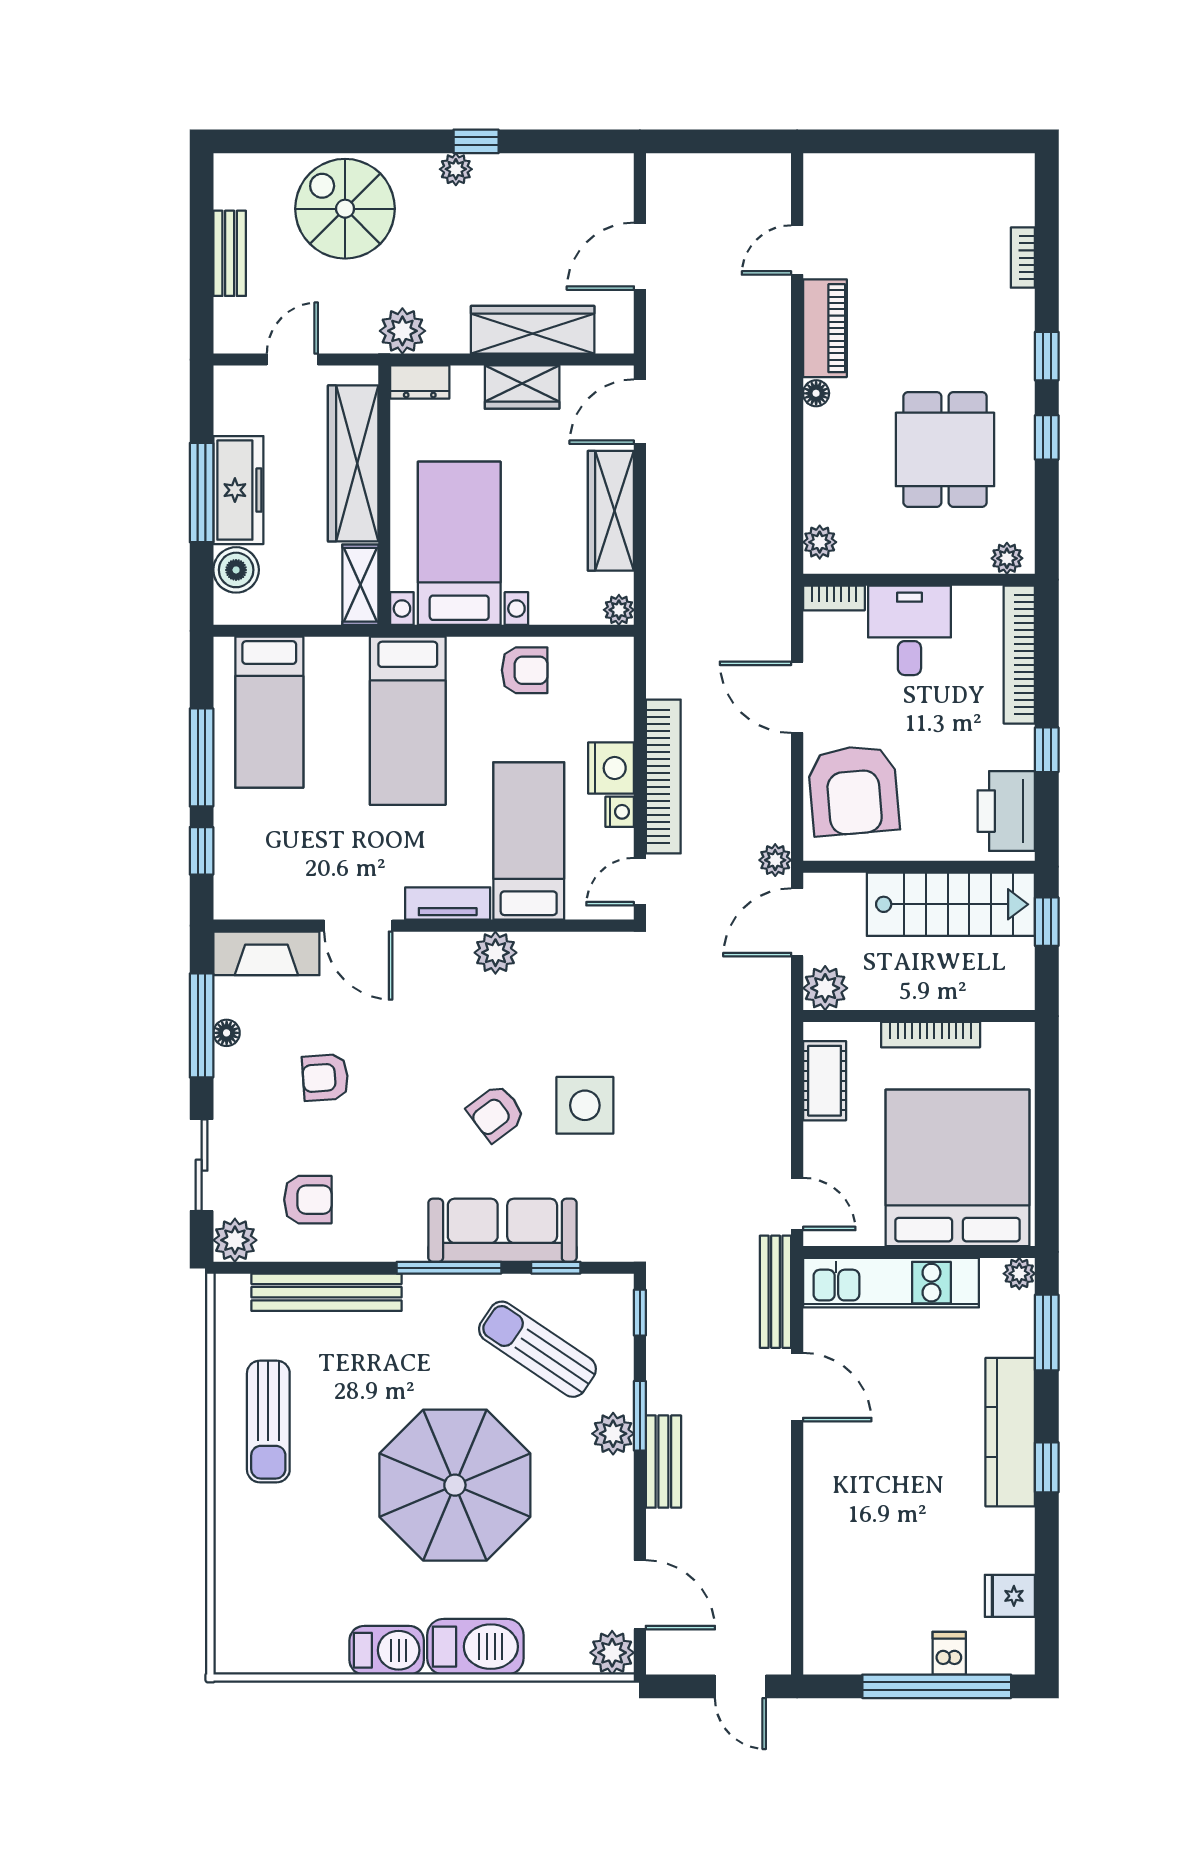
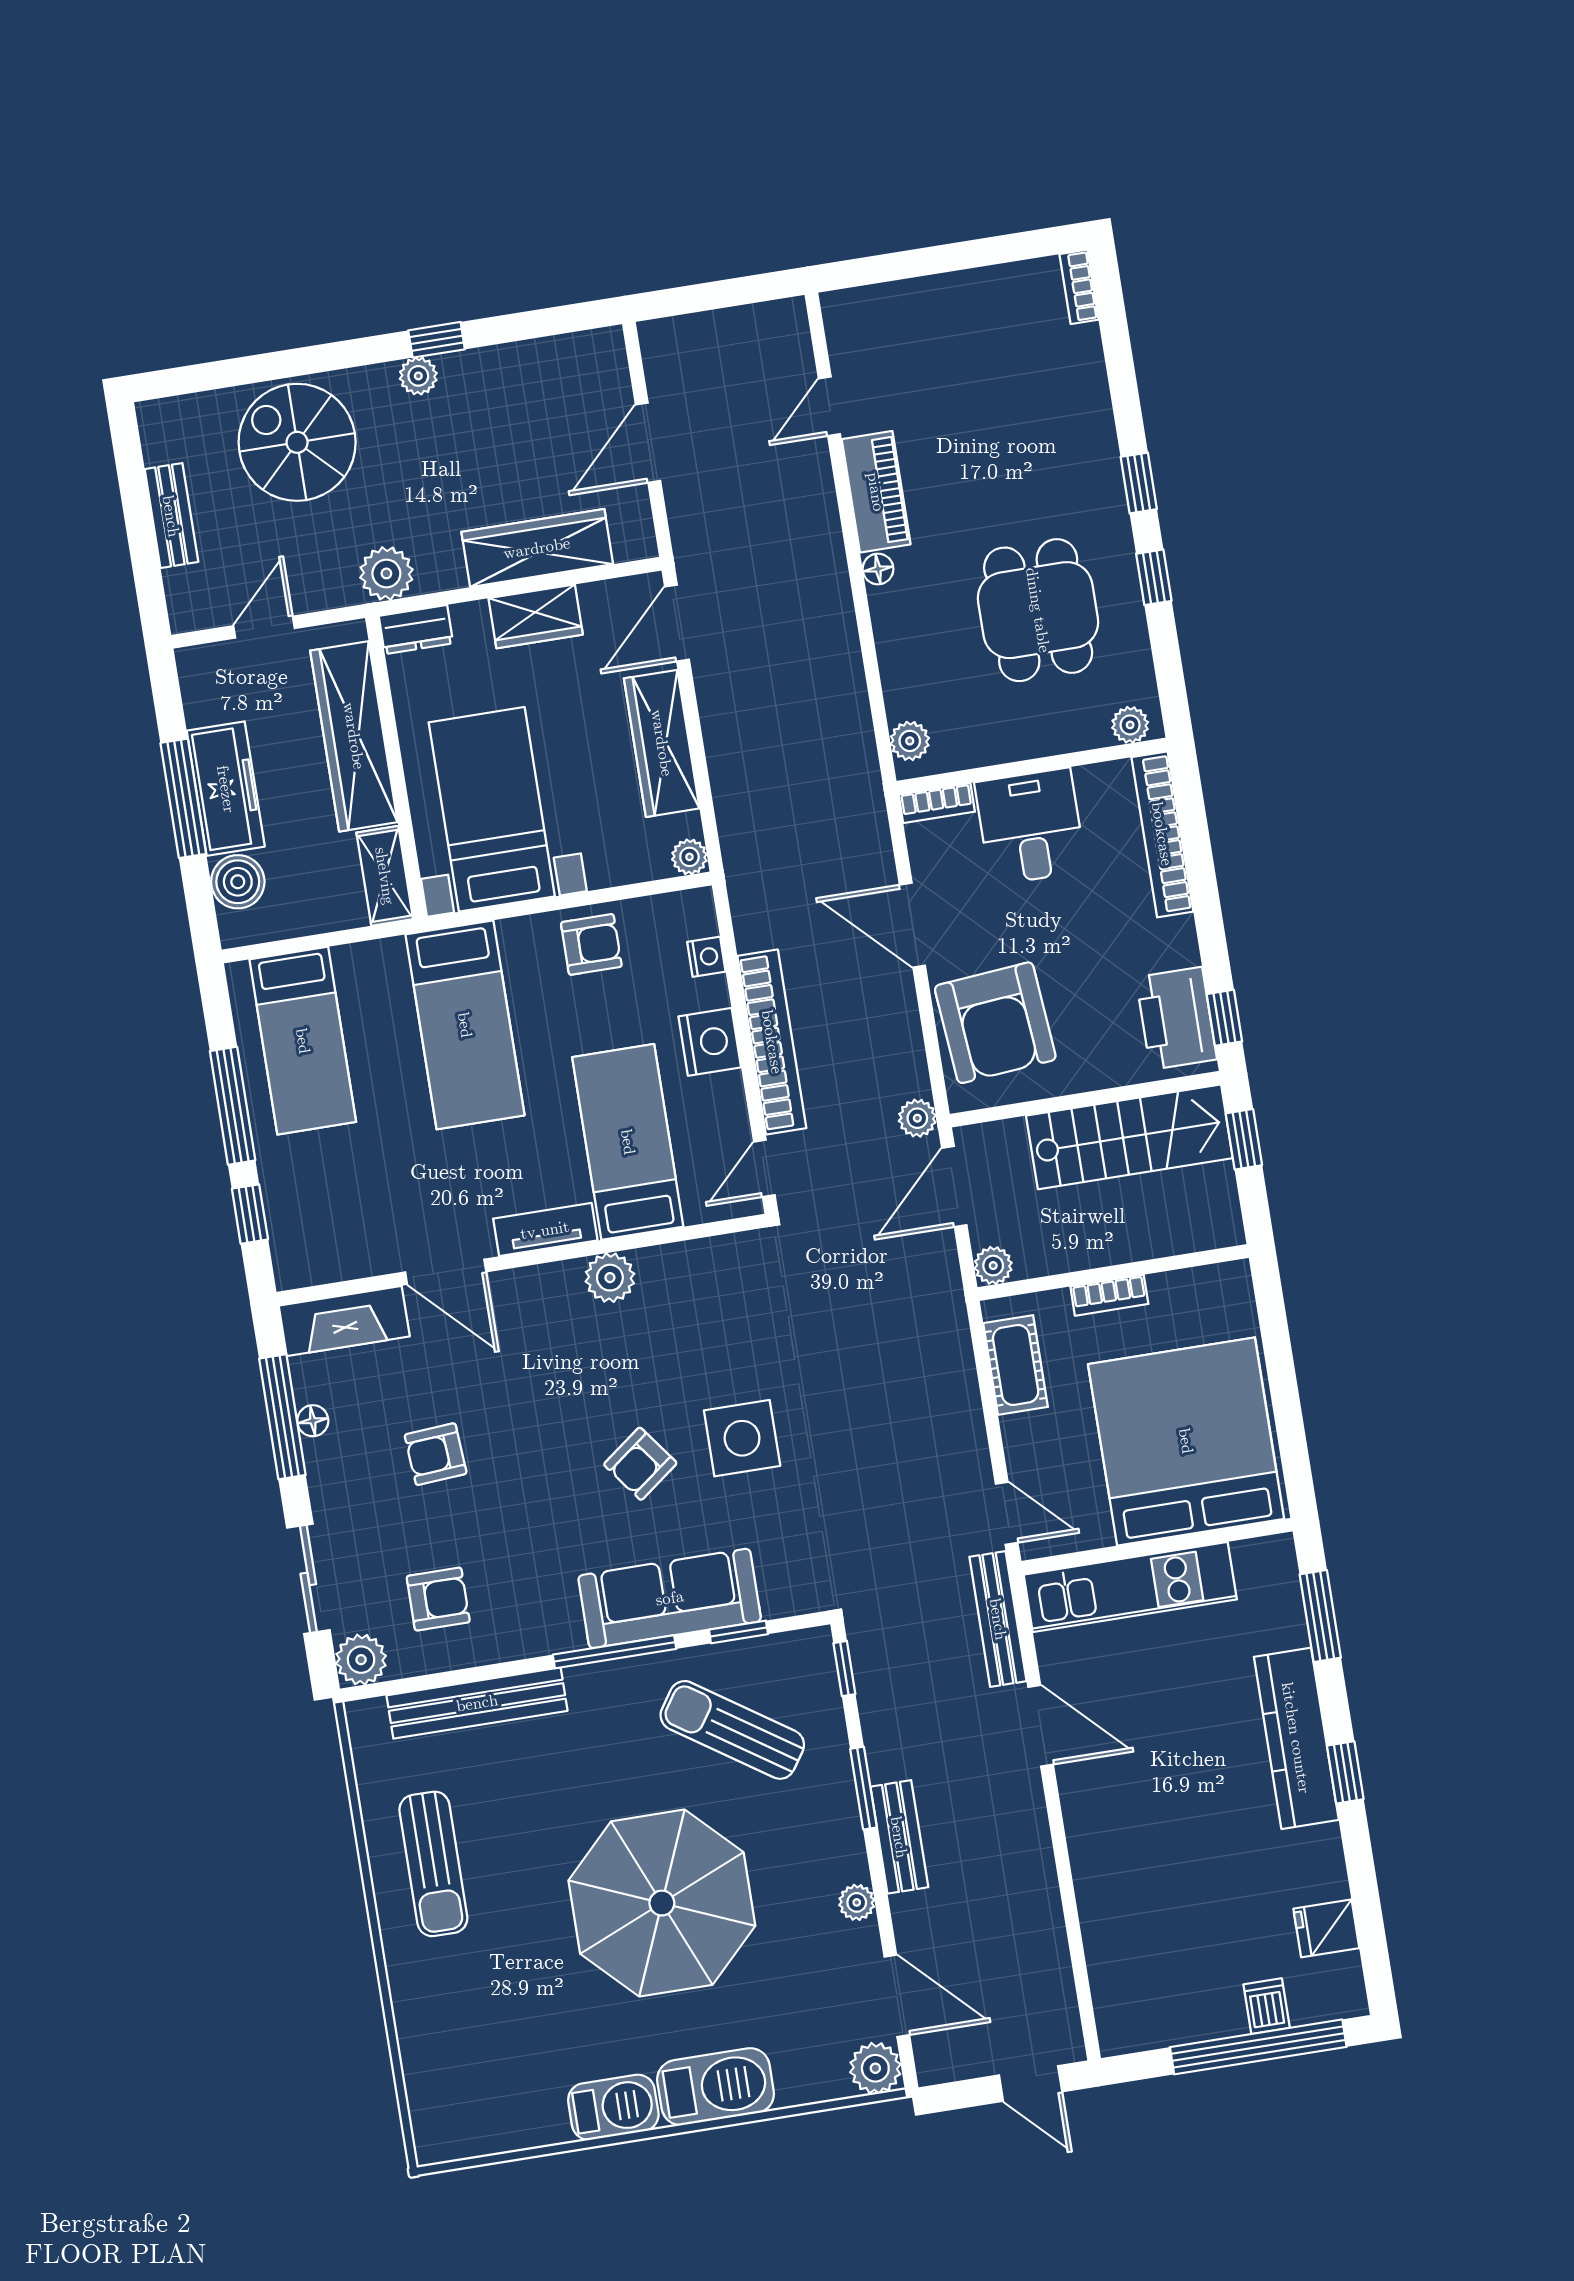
bookcase: (1023, 258) -> (1079, 287), moved
window: (1047, 750) -> (1224, 1018), moved
nightstand: (620, 812) -> (706, 957), moved
plant: (825, 988) -> (993, 1266), width x0.73, depth x0.73
bookcase: (931, 1035) -> (1109, 1295), width x0.64
plant: (1019, 1274) -> (1277, 1553), removed
plant: (613, 1434) -> (857, 1902), moved, width x0.73, depth x0.73

